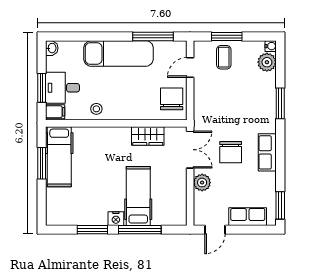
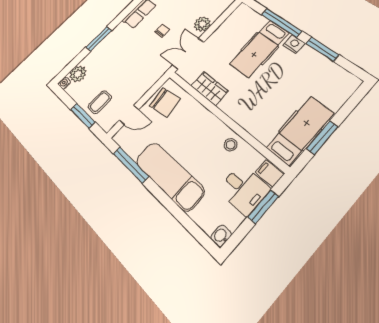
chair: (172, 99) -> (165, 102), turned -98
chair: (231, 152) -> (162, 31), width x0.54, depth x0.54

